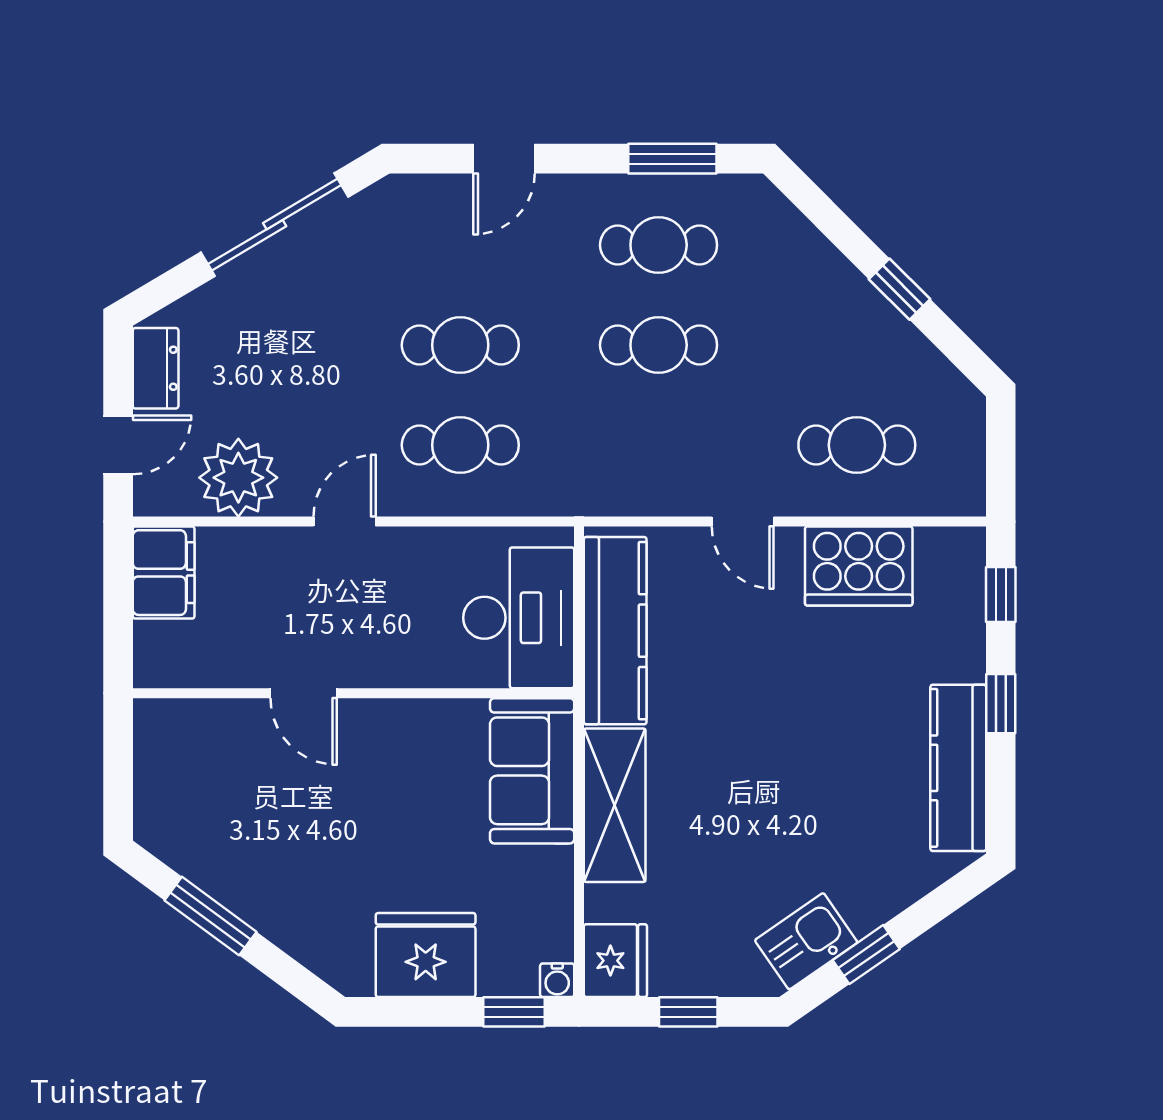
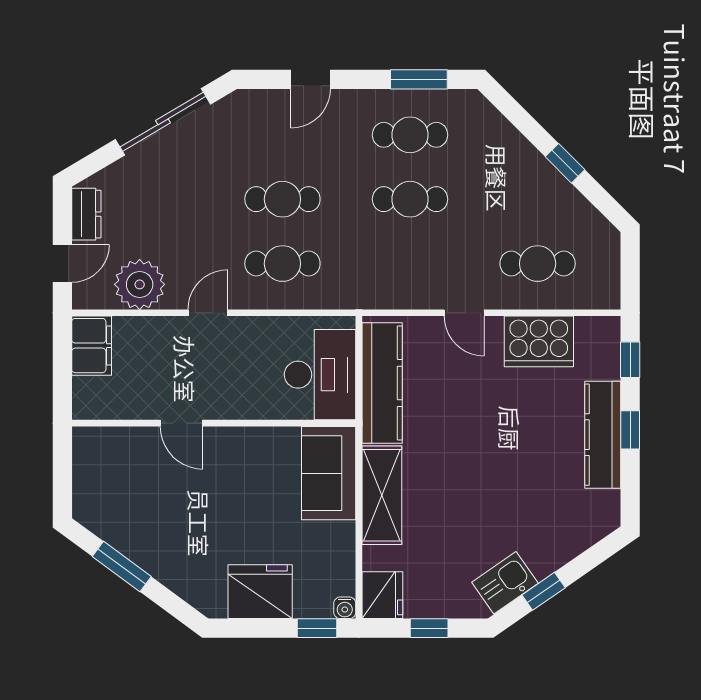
kitchen counter: (958, 768) -> (603, 435), moved

